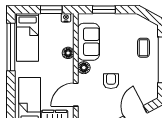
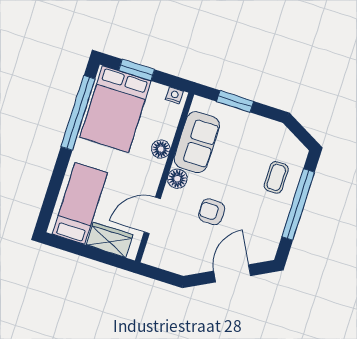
window: (51, 10) -> (137, 70), moved
bed: (28, 37) -> (115, 109), width x1.50
armchair: (111, 81) -> (212, 212), turned -90

